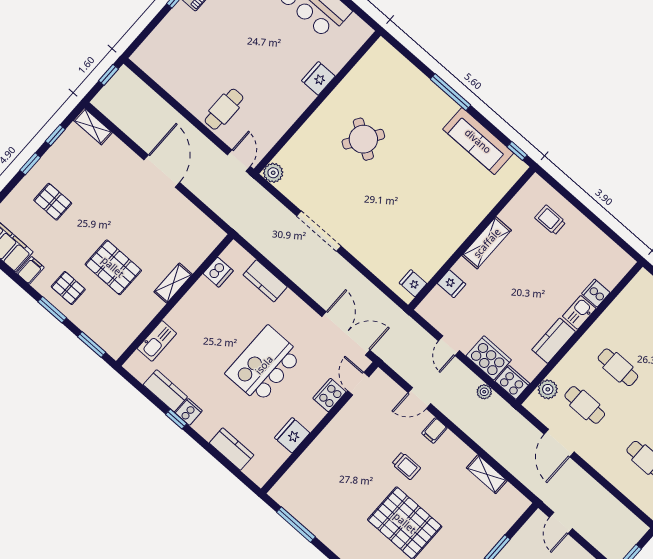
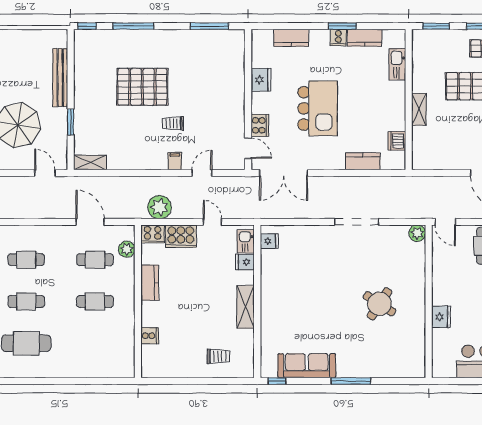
kitchen sink: (579, 312) -> (246, 241), moved, turned 180
plant: (484, 392) -> (160, 207), width x1.87, depth x1.87
window: (176, 419) -> (342, 26), width x1.50
shelving: (487, 474) -> (90, 163), moved

